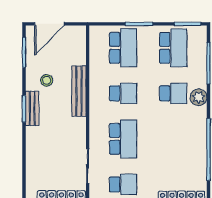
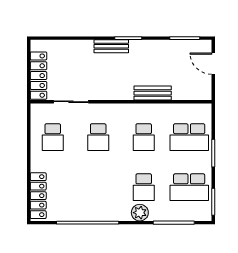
door: (49, 24) -> (213, 64), width x0.73
stool: (47, 80) -> (157, 61), removed
bench: (79, 91) -> (153, 93), width x0.73
bench: (32, 108) -> (111, 46), moved
school desk: (123, 139) -> (98, 137), width x0.54

